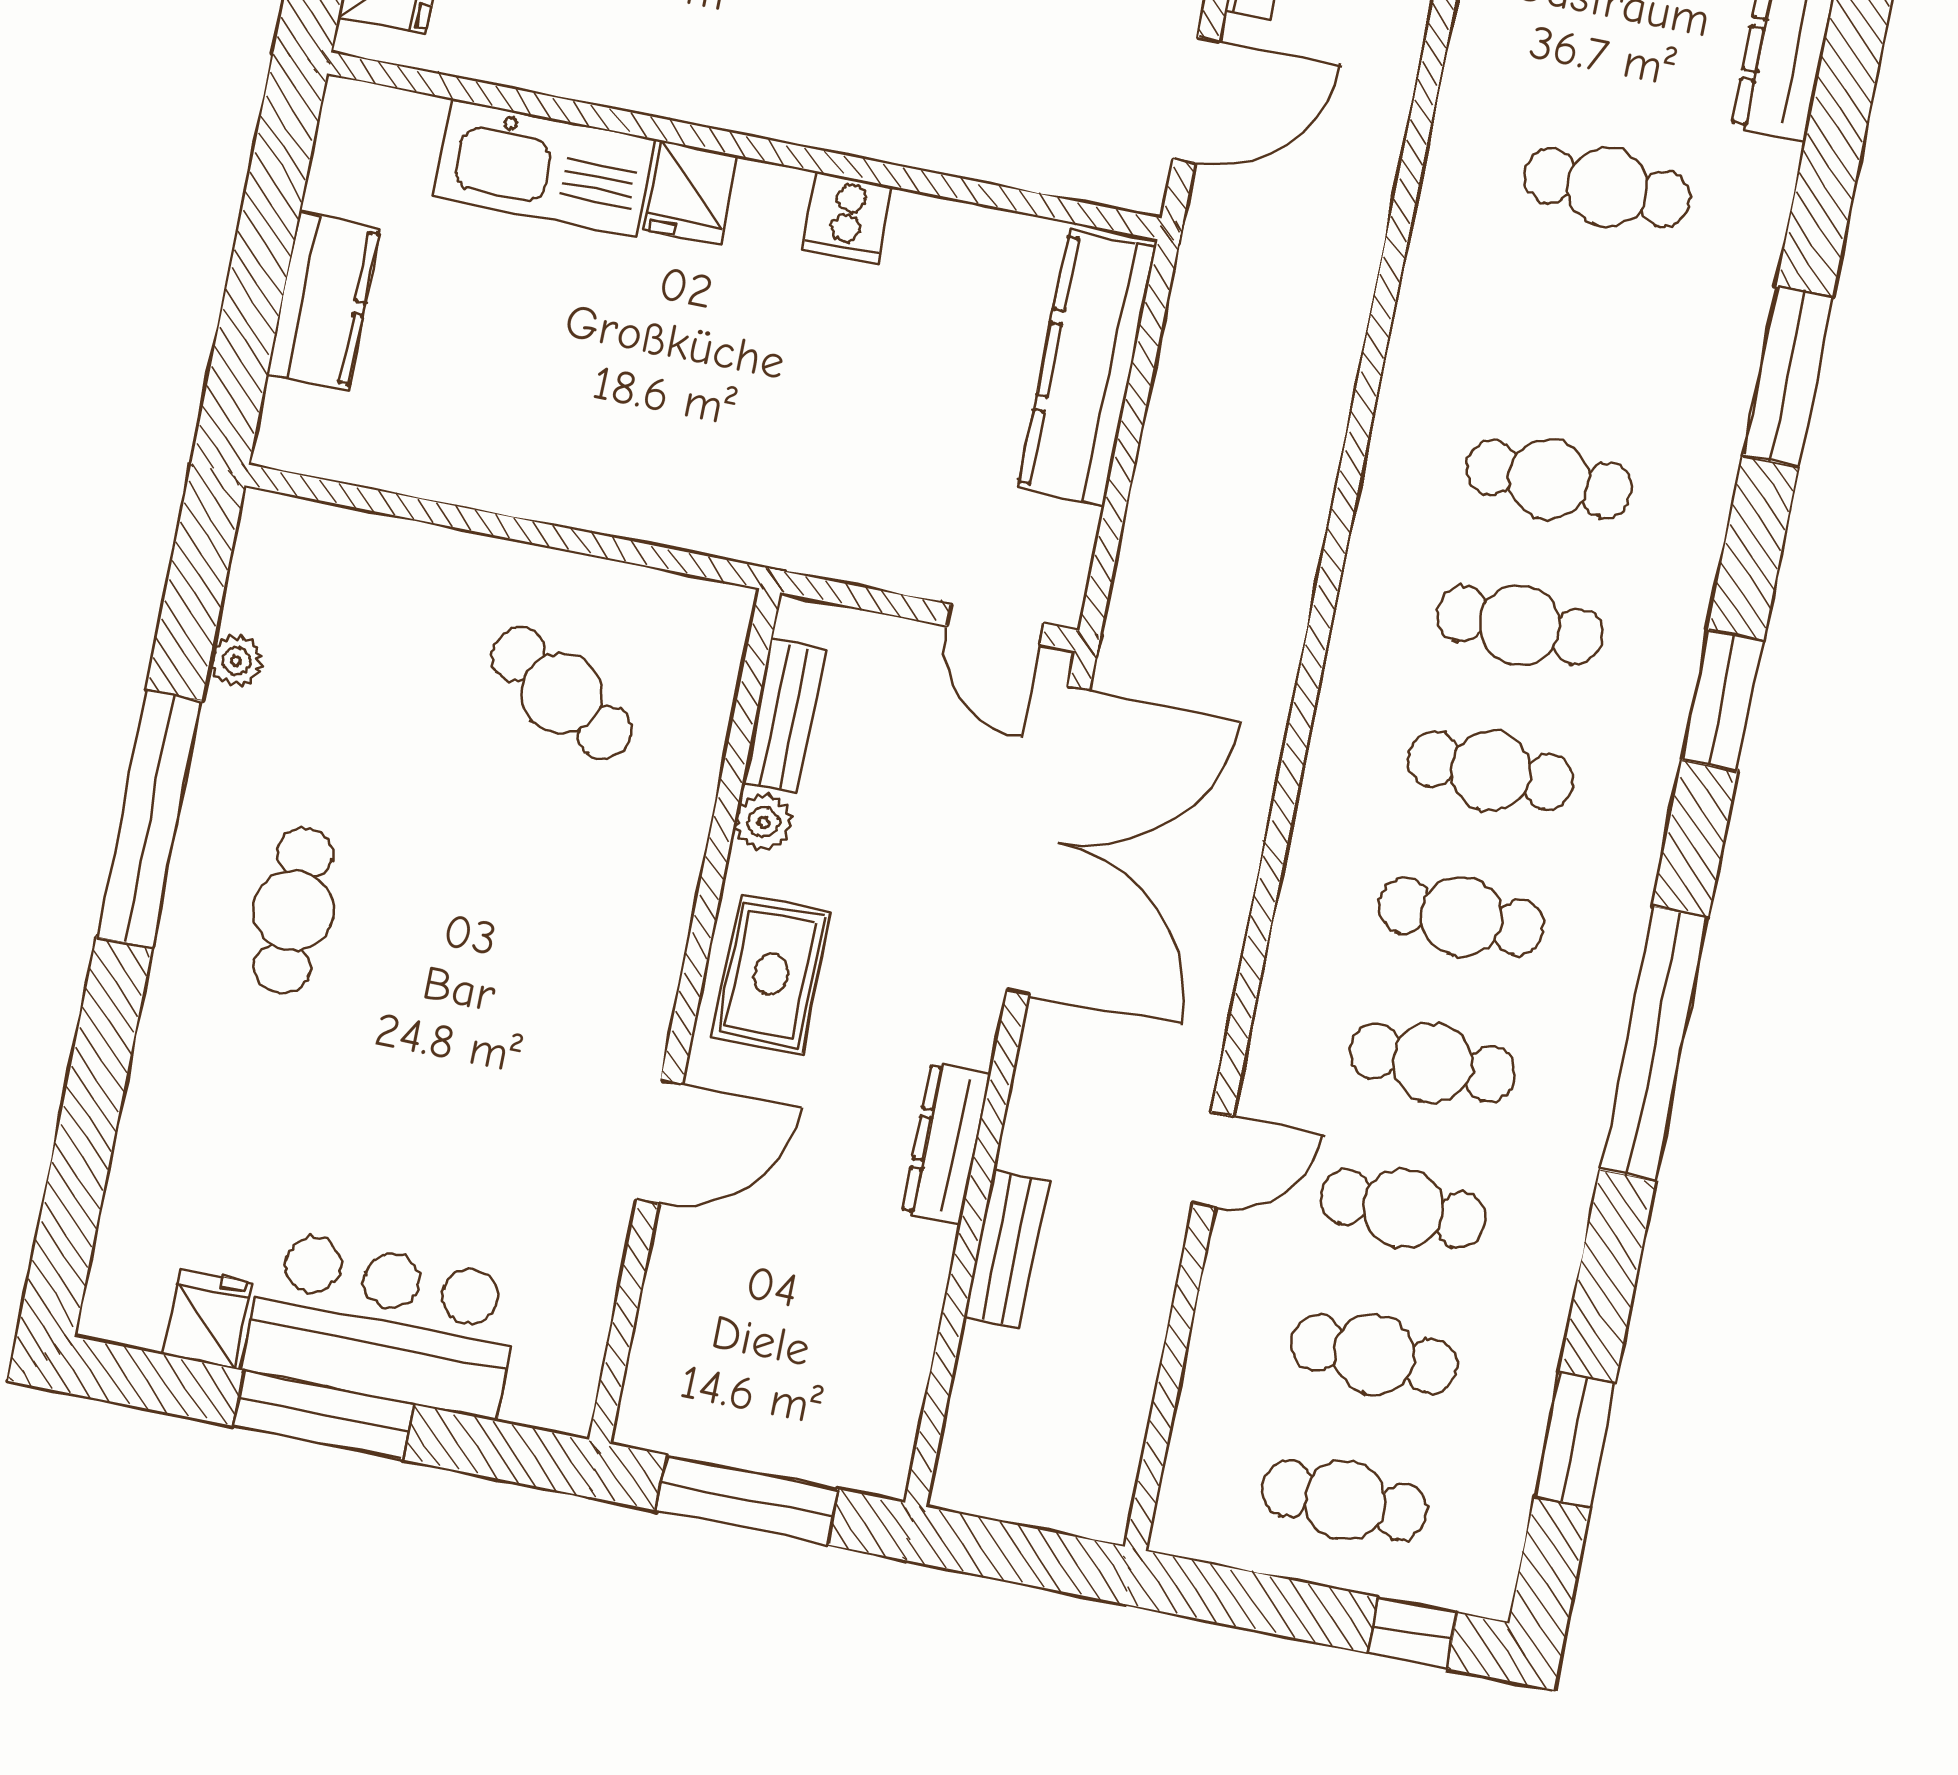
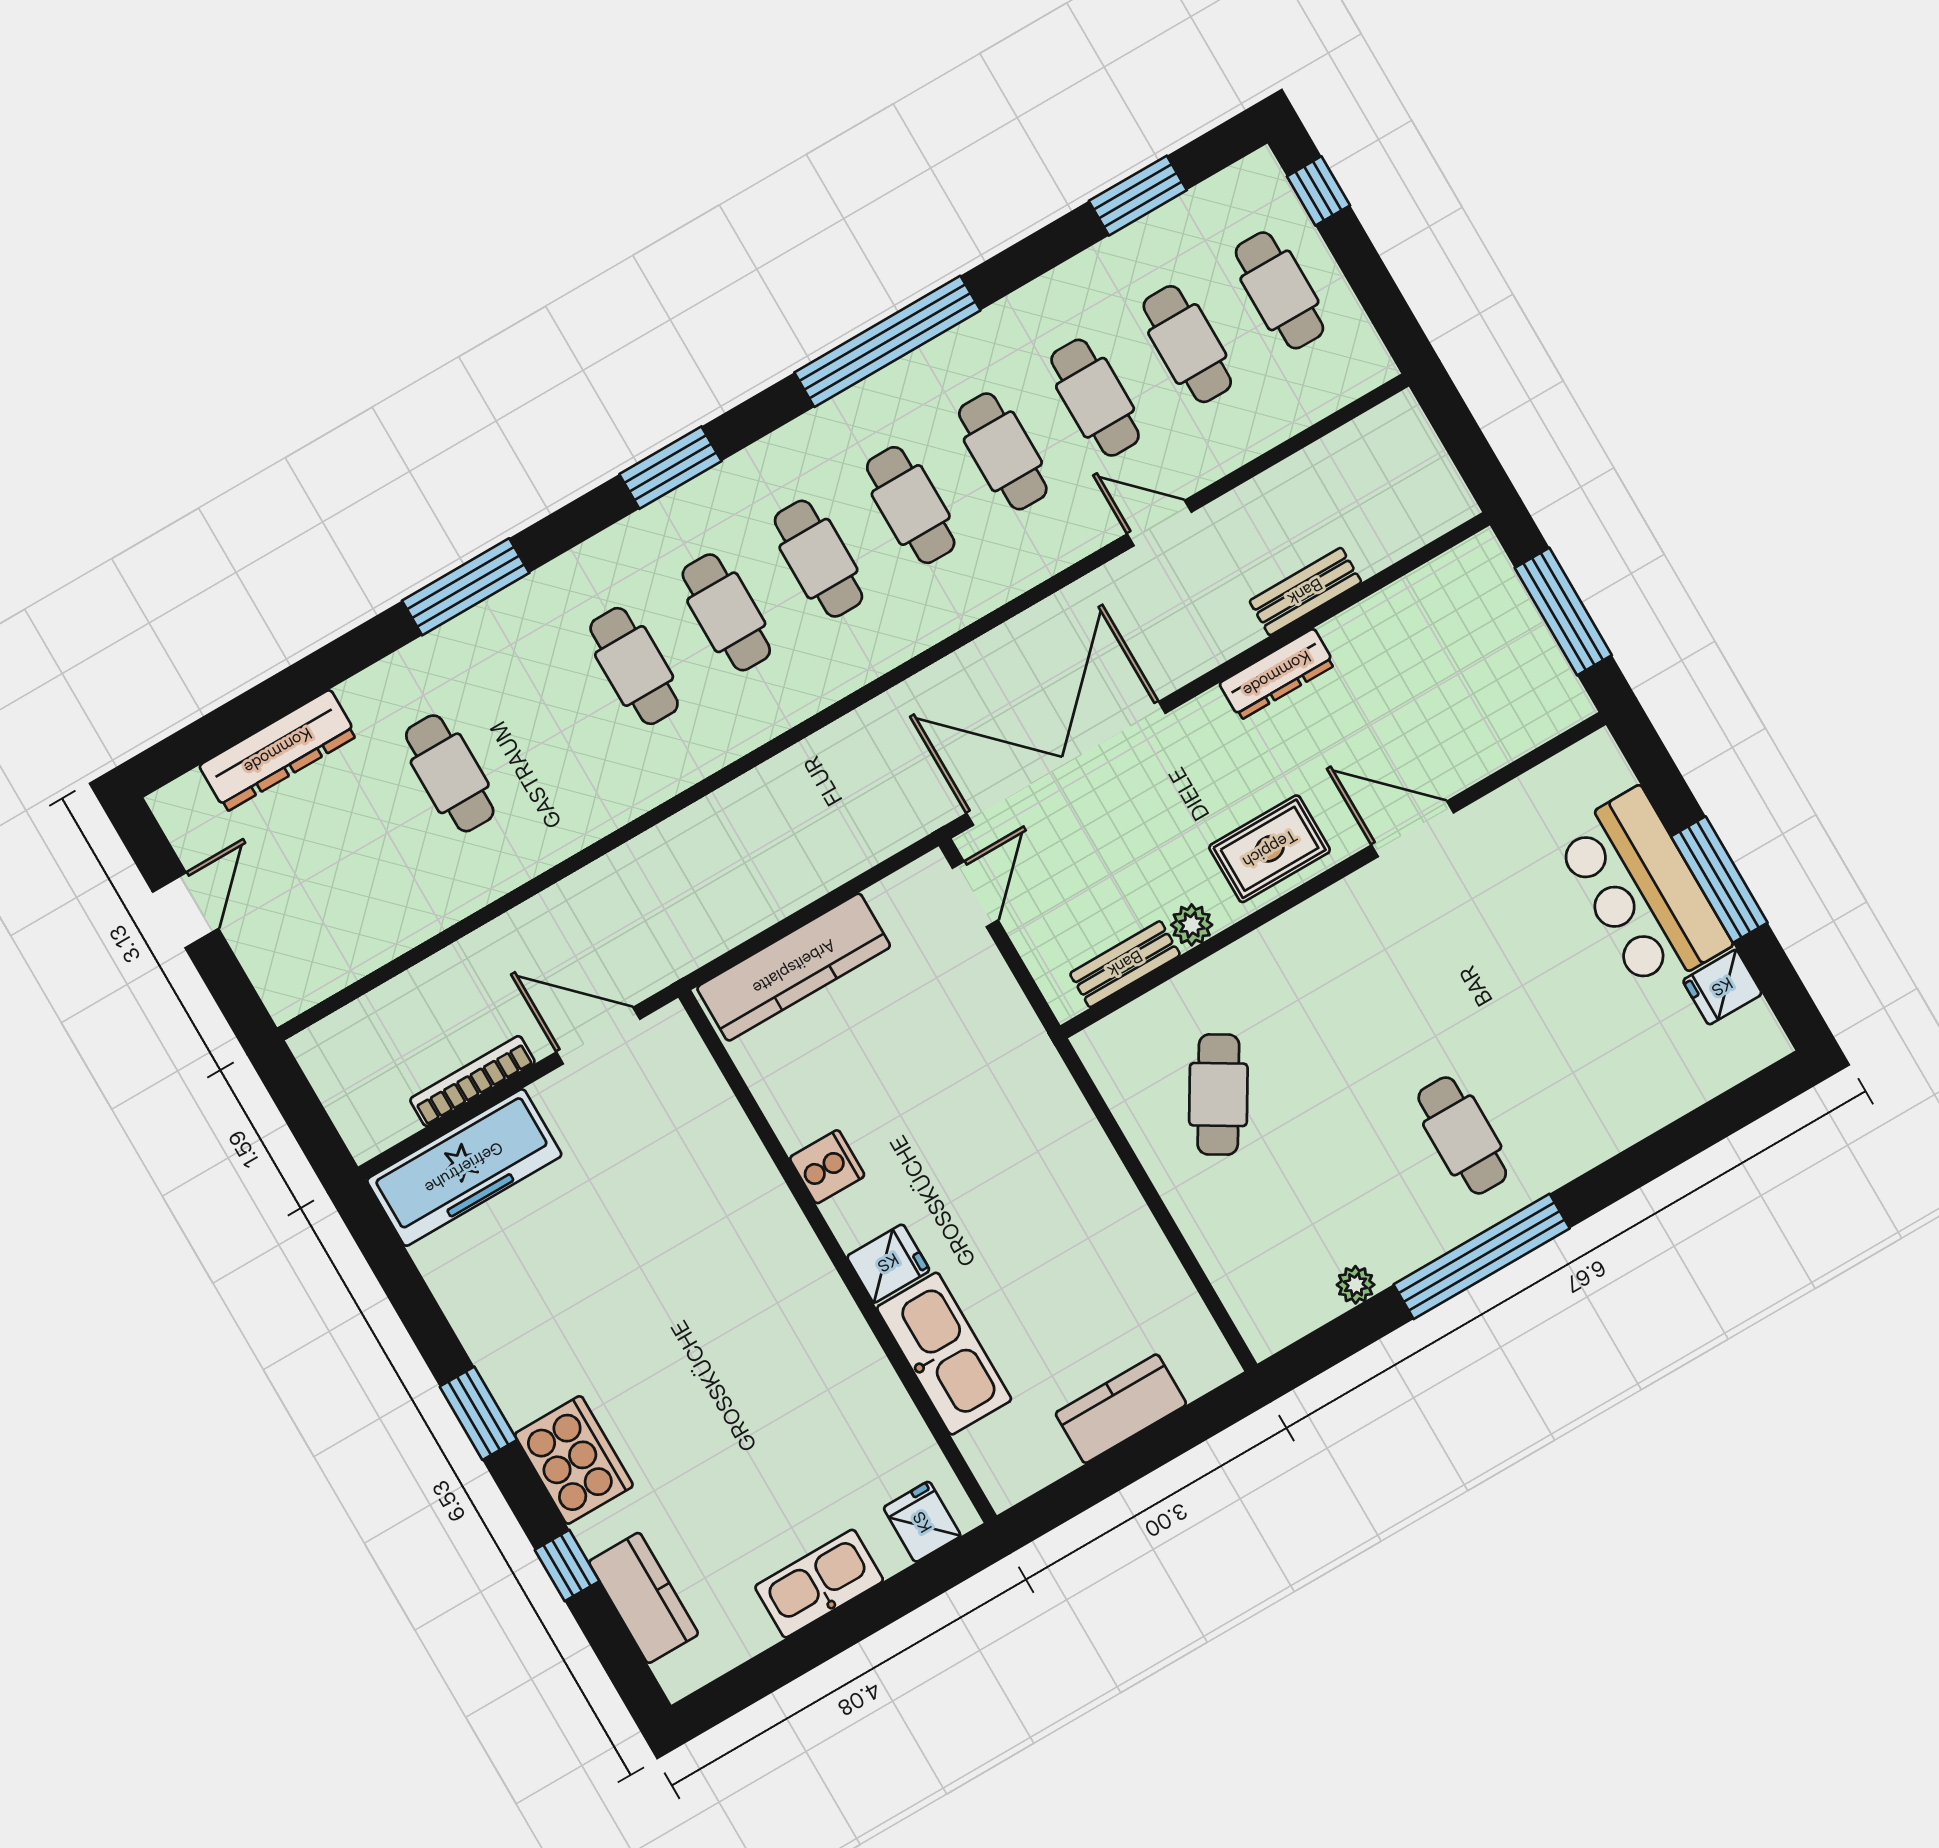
cafe table: (293, 910) -> (1462, 1135), turned 90

